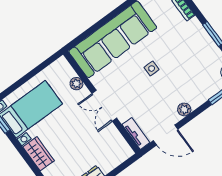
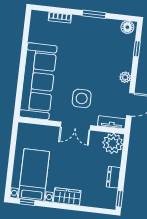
side table: (151, 68) -> (82, 98), moved, width x1.87, depth x1.87
plant: (76, 84) -> (113, 143), moved, width x1.87, depth x1.87

